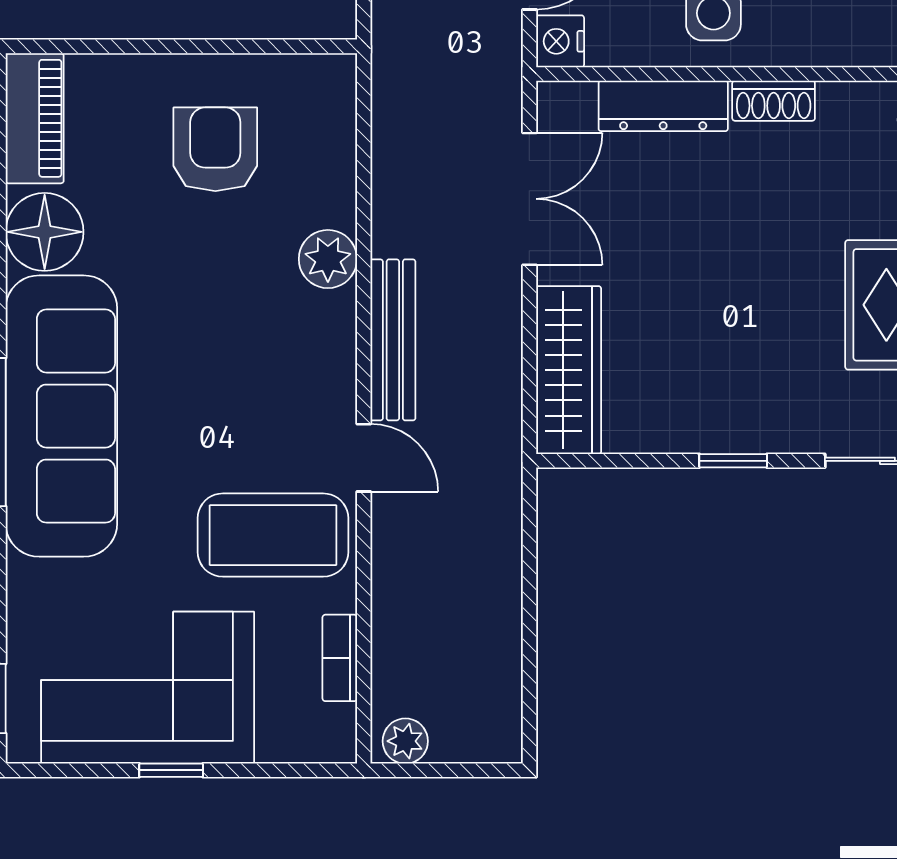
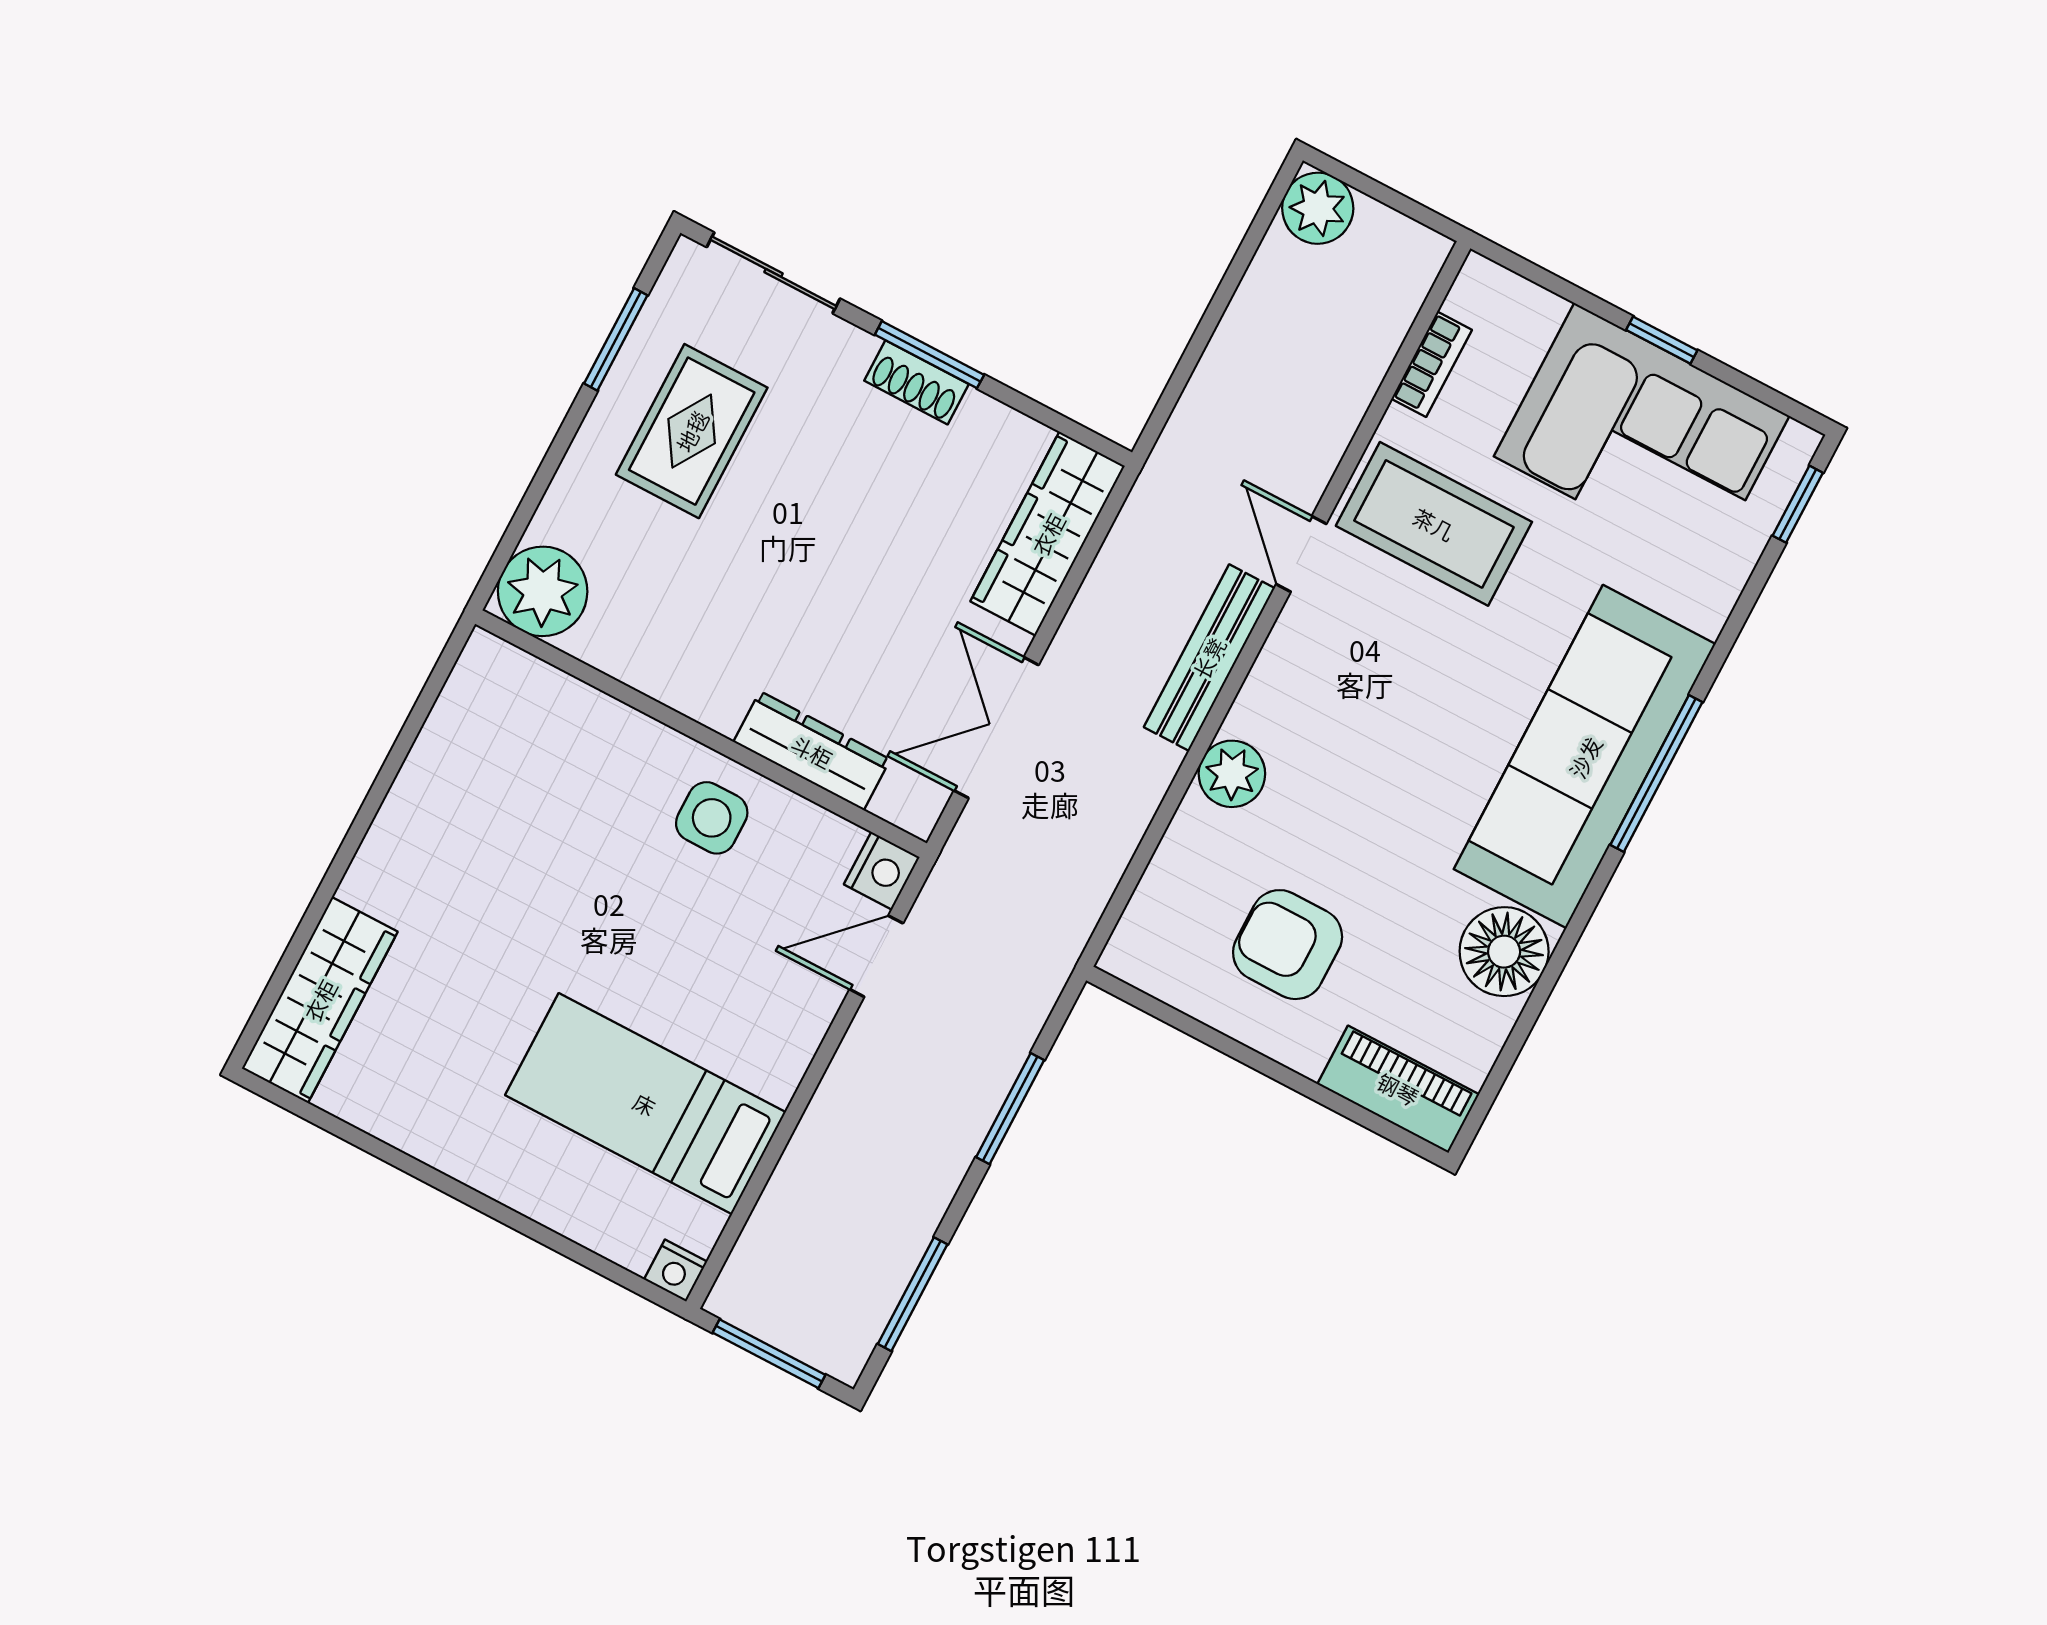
shoe rack: (774, 101) -> (917, 382), moved, turned 180
piano: (35, 118) -> (1398, 1089), moved, turned 90
armchair: (215, 149) -> (1288, 945), turned 90
window: (733, 461) -> (929, 355), width x1.50
plant: (405, 741) -> (1318, 208), moved, width x1.38, depth x1.38

